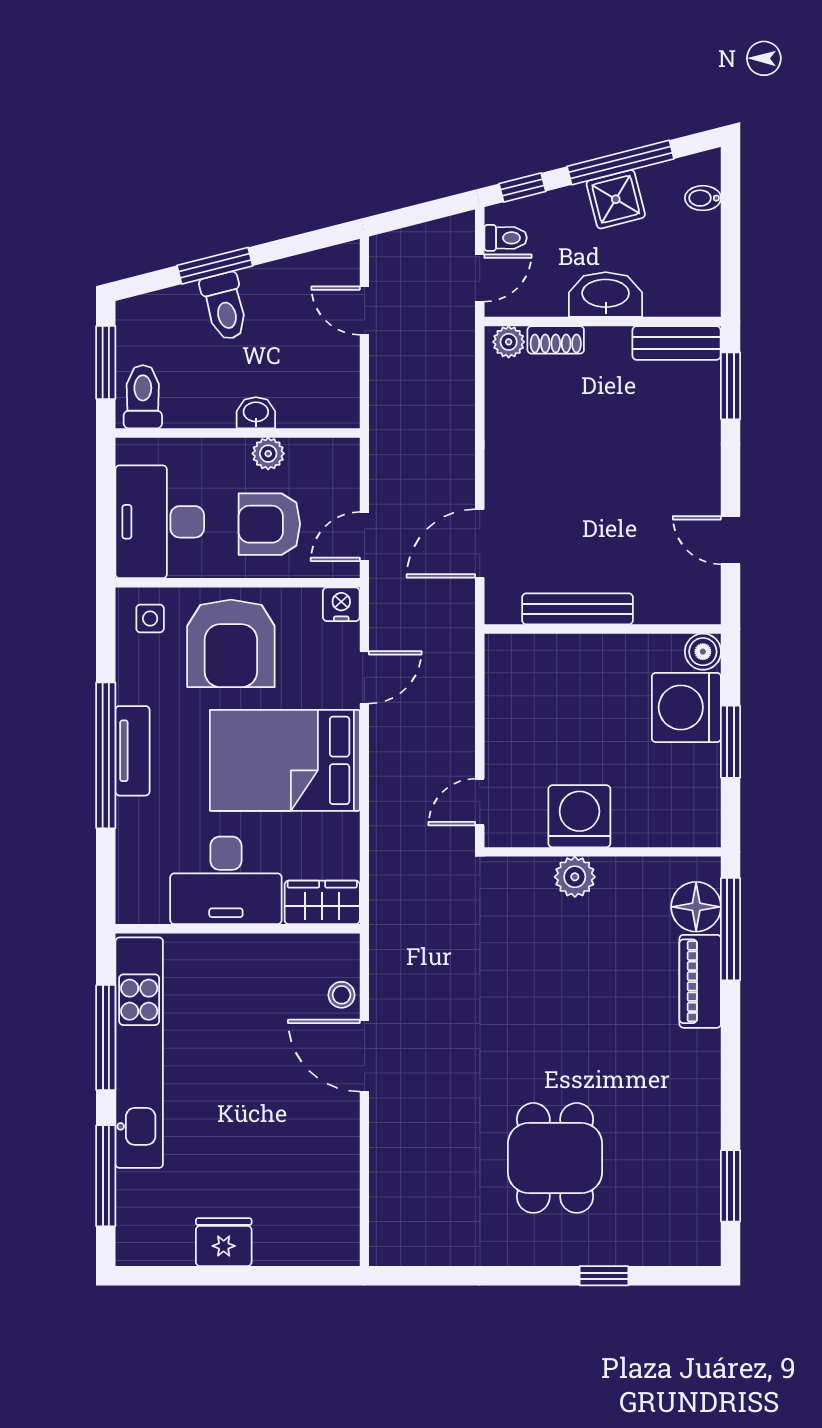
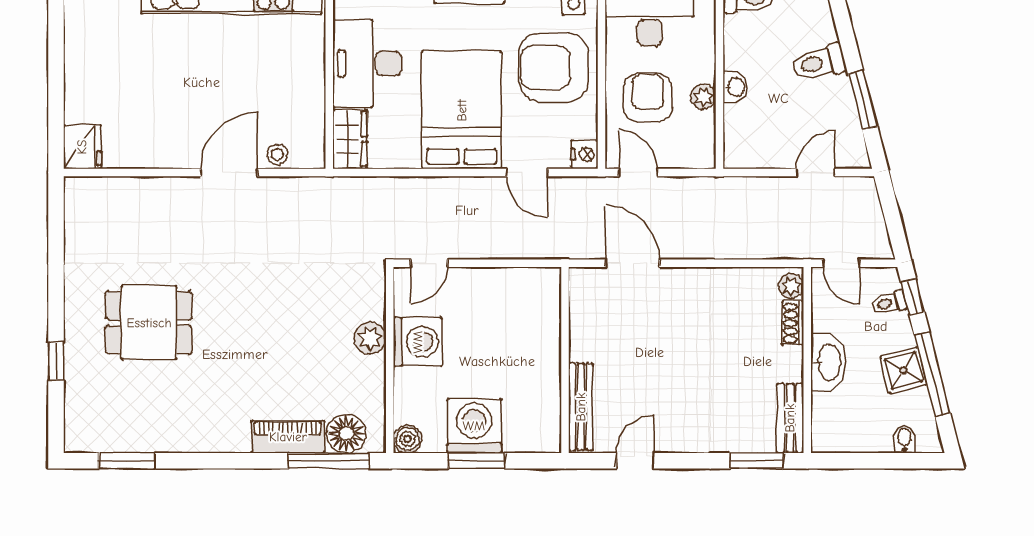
toilet: (506, 238) -> (889, 303), moved, turned 76
window: (215, 266) -> (863, 100), moved
bench: (577, 609) -> (581, 407), moved
boiler: (703, 652) -> (408, 439), moved
washing machine: (686, 707) -> (474, 426), moved
door: (480, 802) -> (429, 263), swing flipped
fridge: (224, 1242) -> (82, 147), moved

